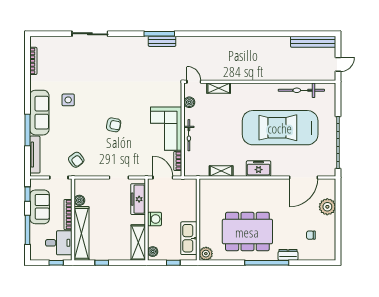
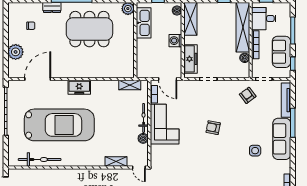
boiler: (189, 102) -> (143, 138), moved
shelving: (221, 171) -> (130, 85), moved

